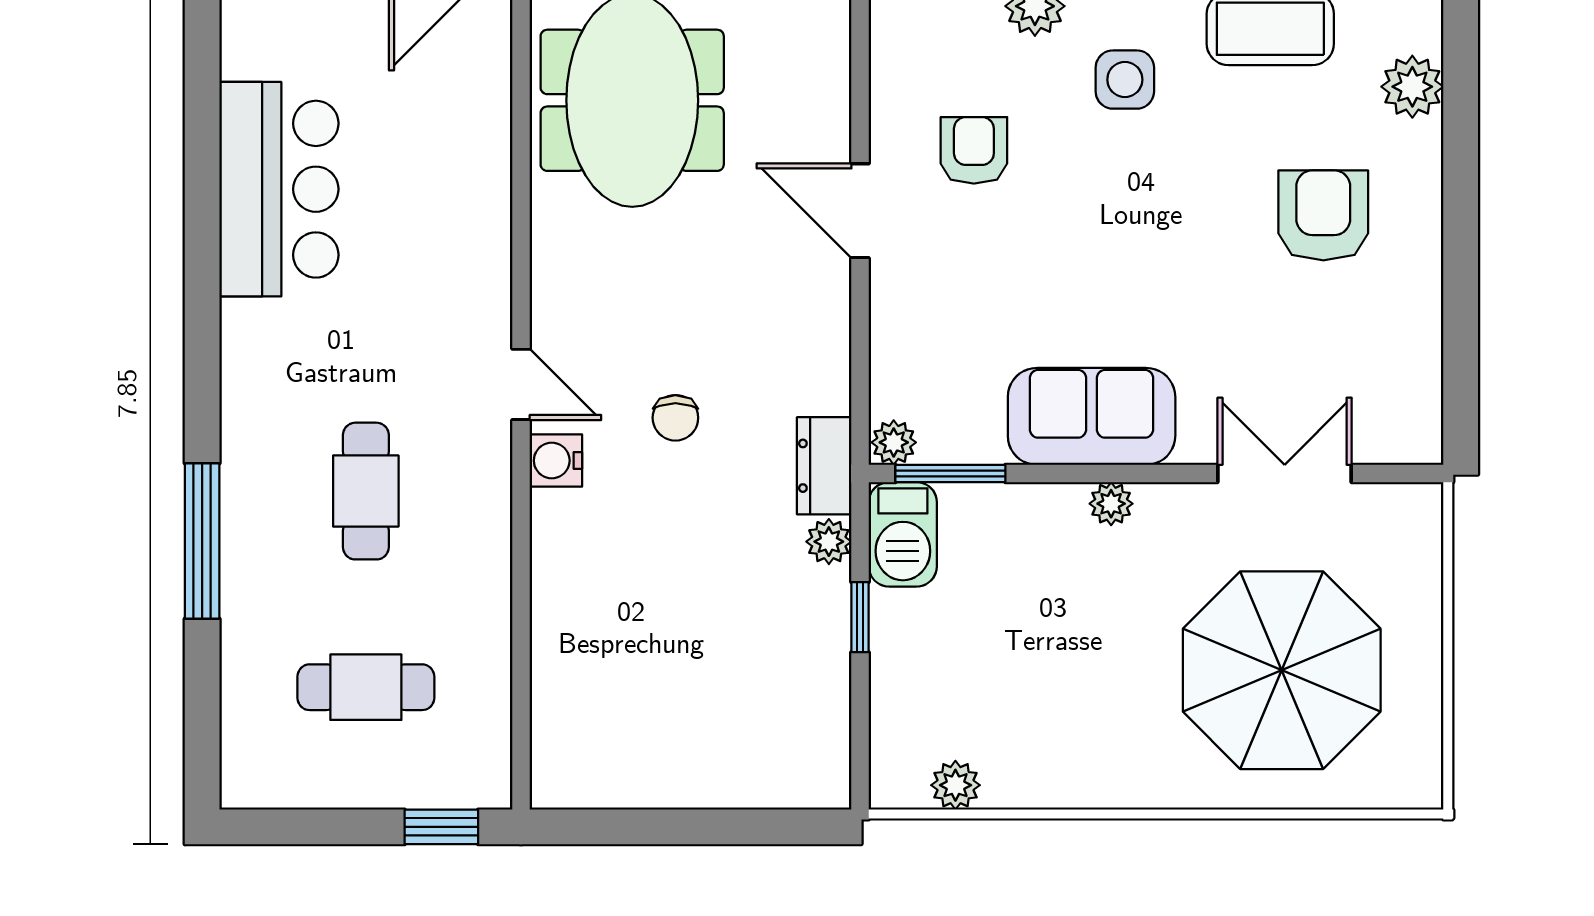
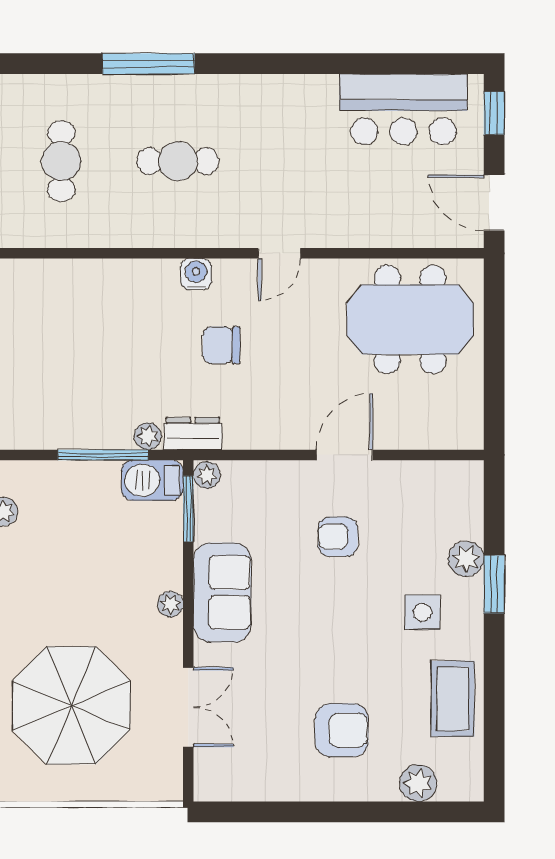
armchair: (974, 150) -> (338, 537), moved, turned 180
bar counter: (279, 189) -> (403, 109), moved
door: (521, 384) -> (279, 253), moved
chair: (675, 418) -> (221, 345), width x1.37, depth x1.37
window: (860, 617) -> (103, 455), width x2.17

